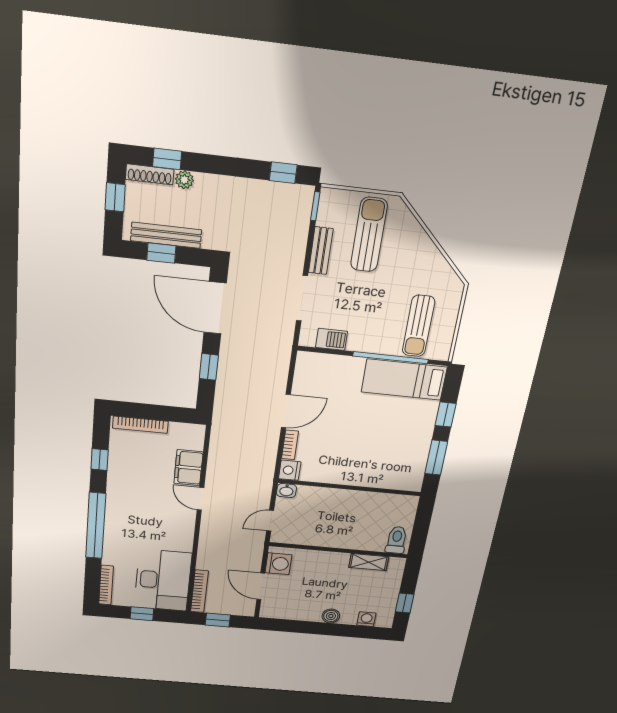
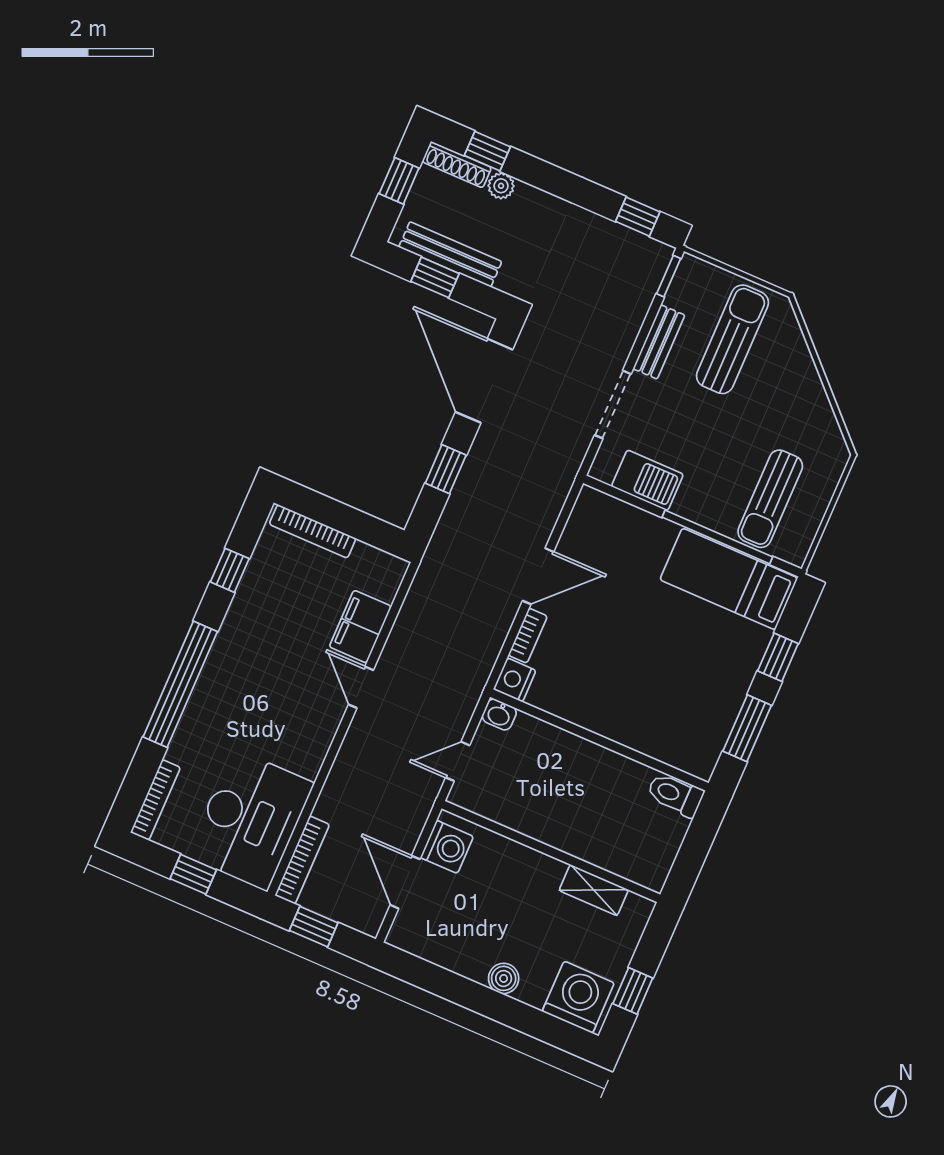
barbecue: (331, 339) -> (647, 480), width x1.38, depth x1.27
toilet: (396, 540) -> (675, 795), moved, turned -90
washing machine: (366, 619) -> (578, 997), width x1.89, depth x1.89

